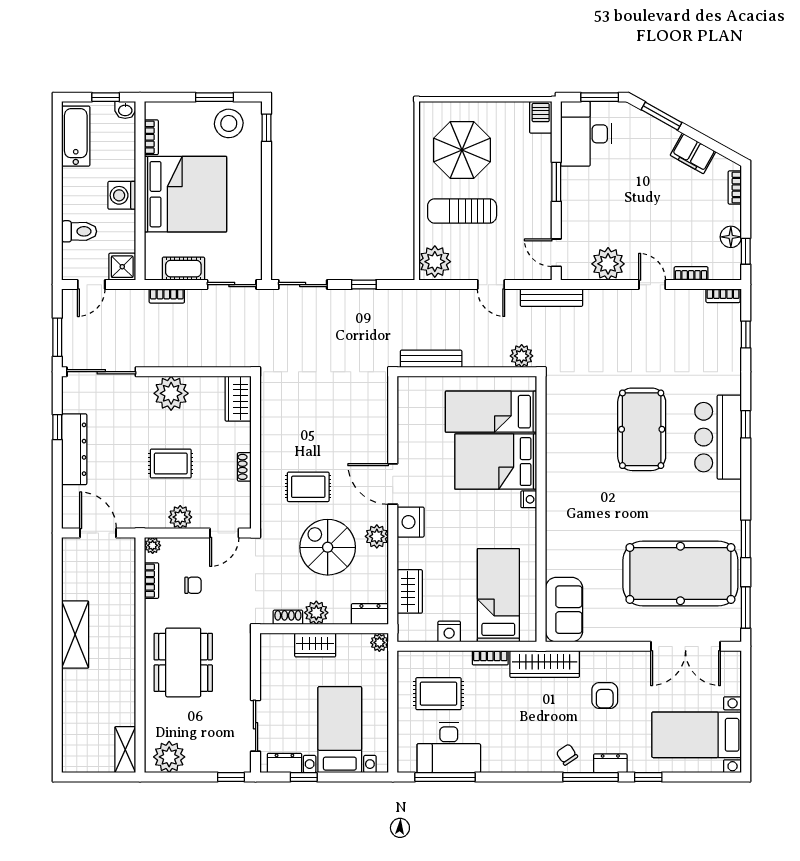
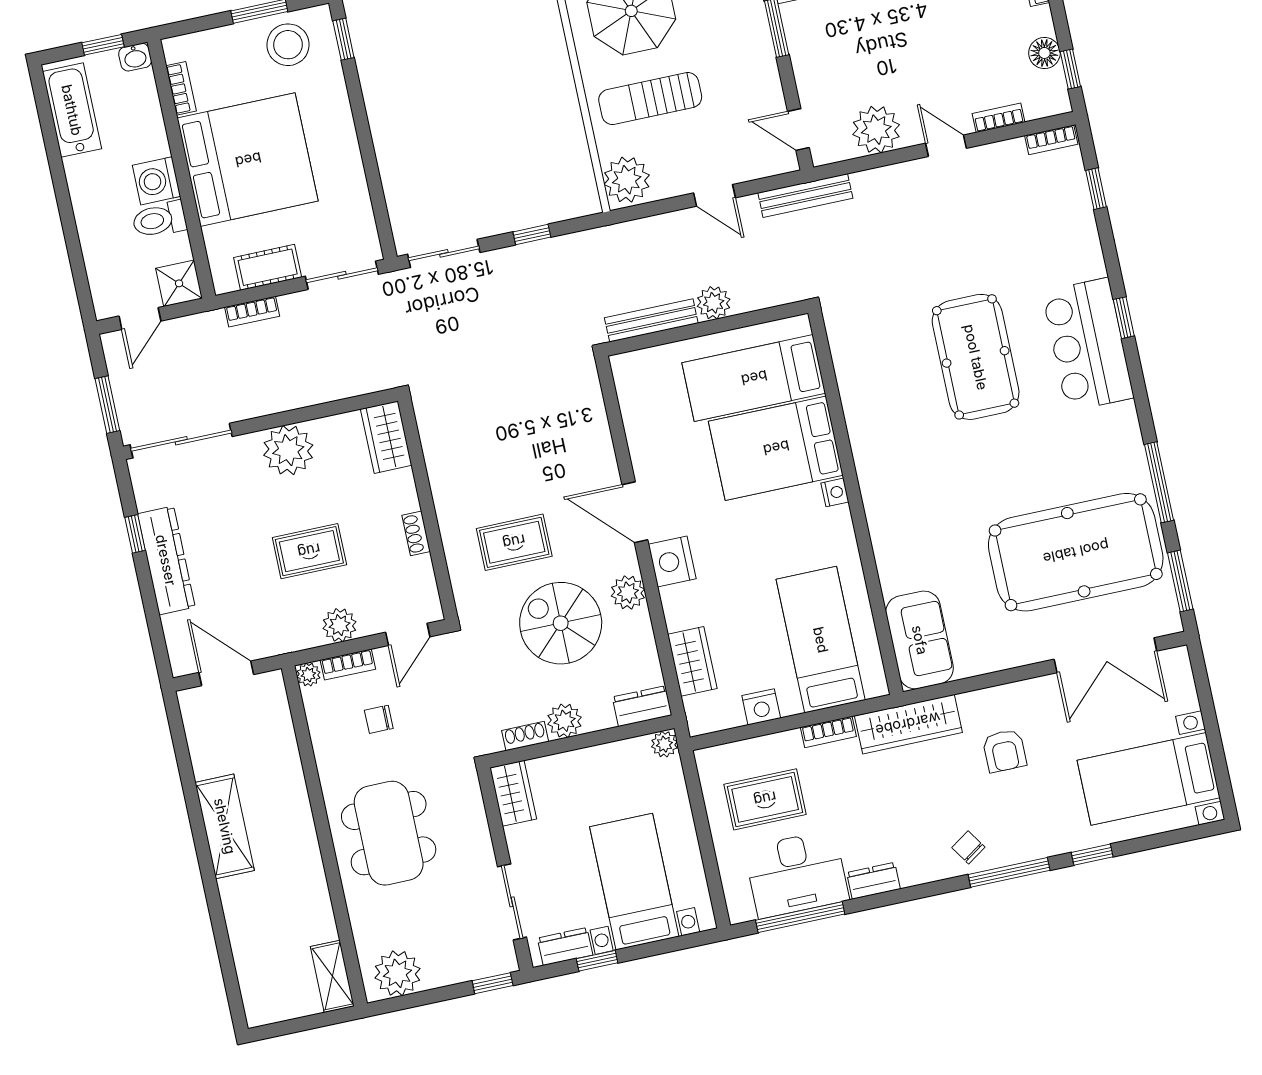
toilet: (79, 231) -> (159, 220), moved, turned 180
plant: (522, 356) -> (714, 303), moved
window: (746, 539) -> (1159, 482), width x1.44
bookcase: (152, 581) -> (348, 665), moved, turned 90
chair: (193, 585) -> (379, 719), turned 180
wardrobe: (315, 645) -> (513, 793), moved, turned -90
dresser: (610, 763) -> (873, 881), moved

